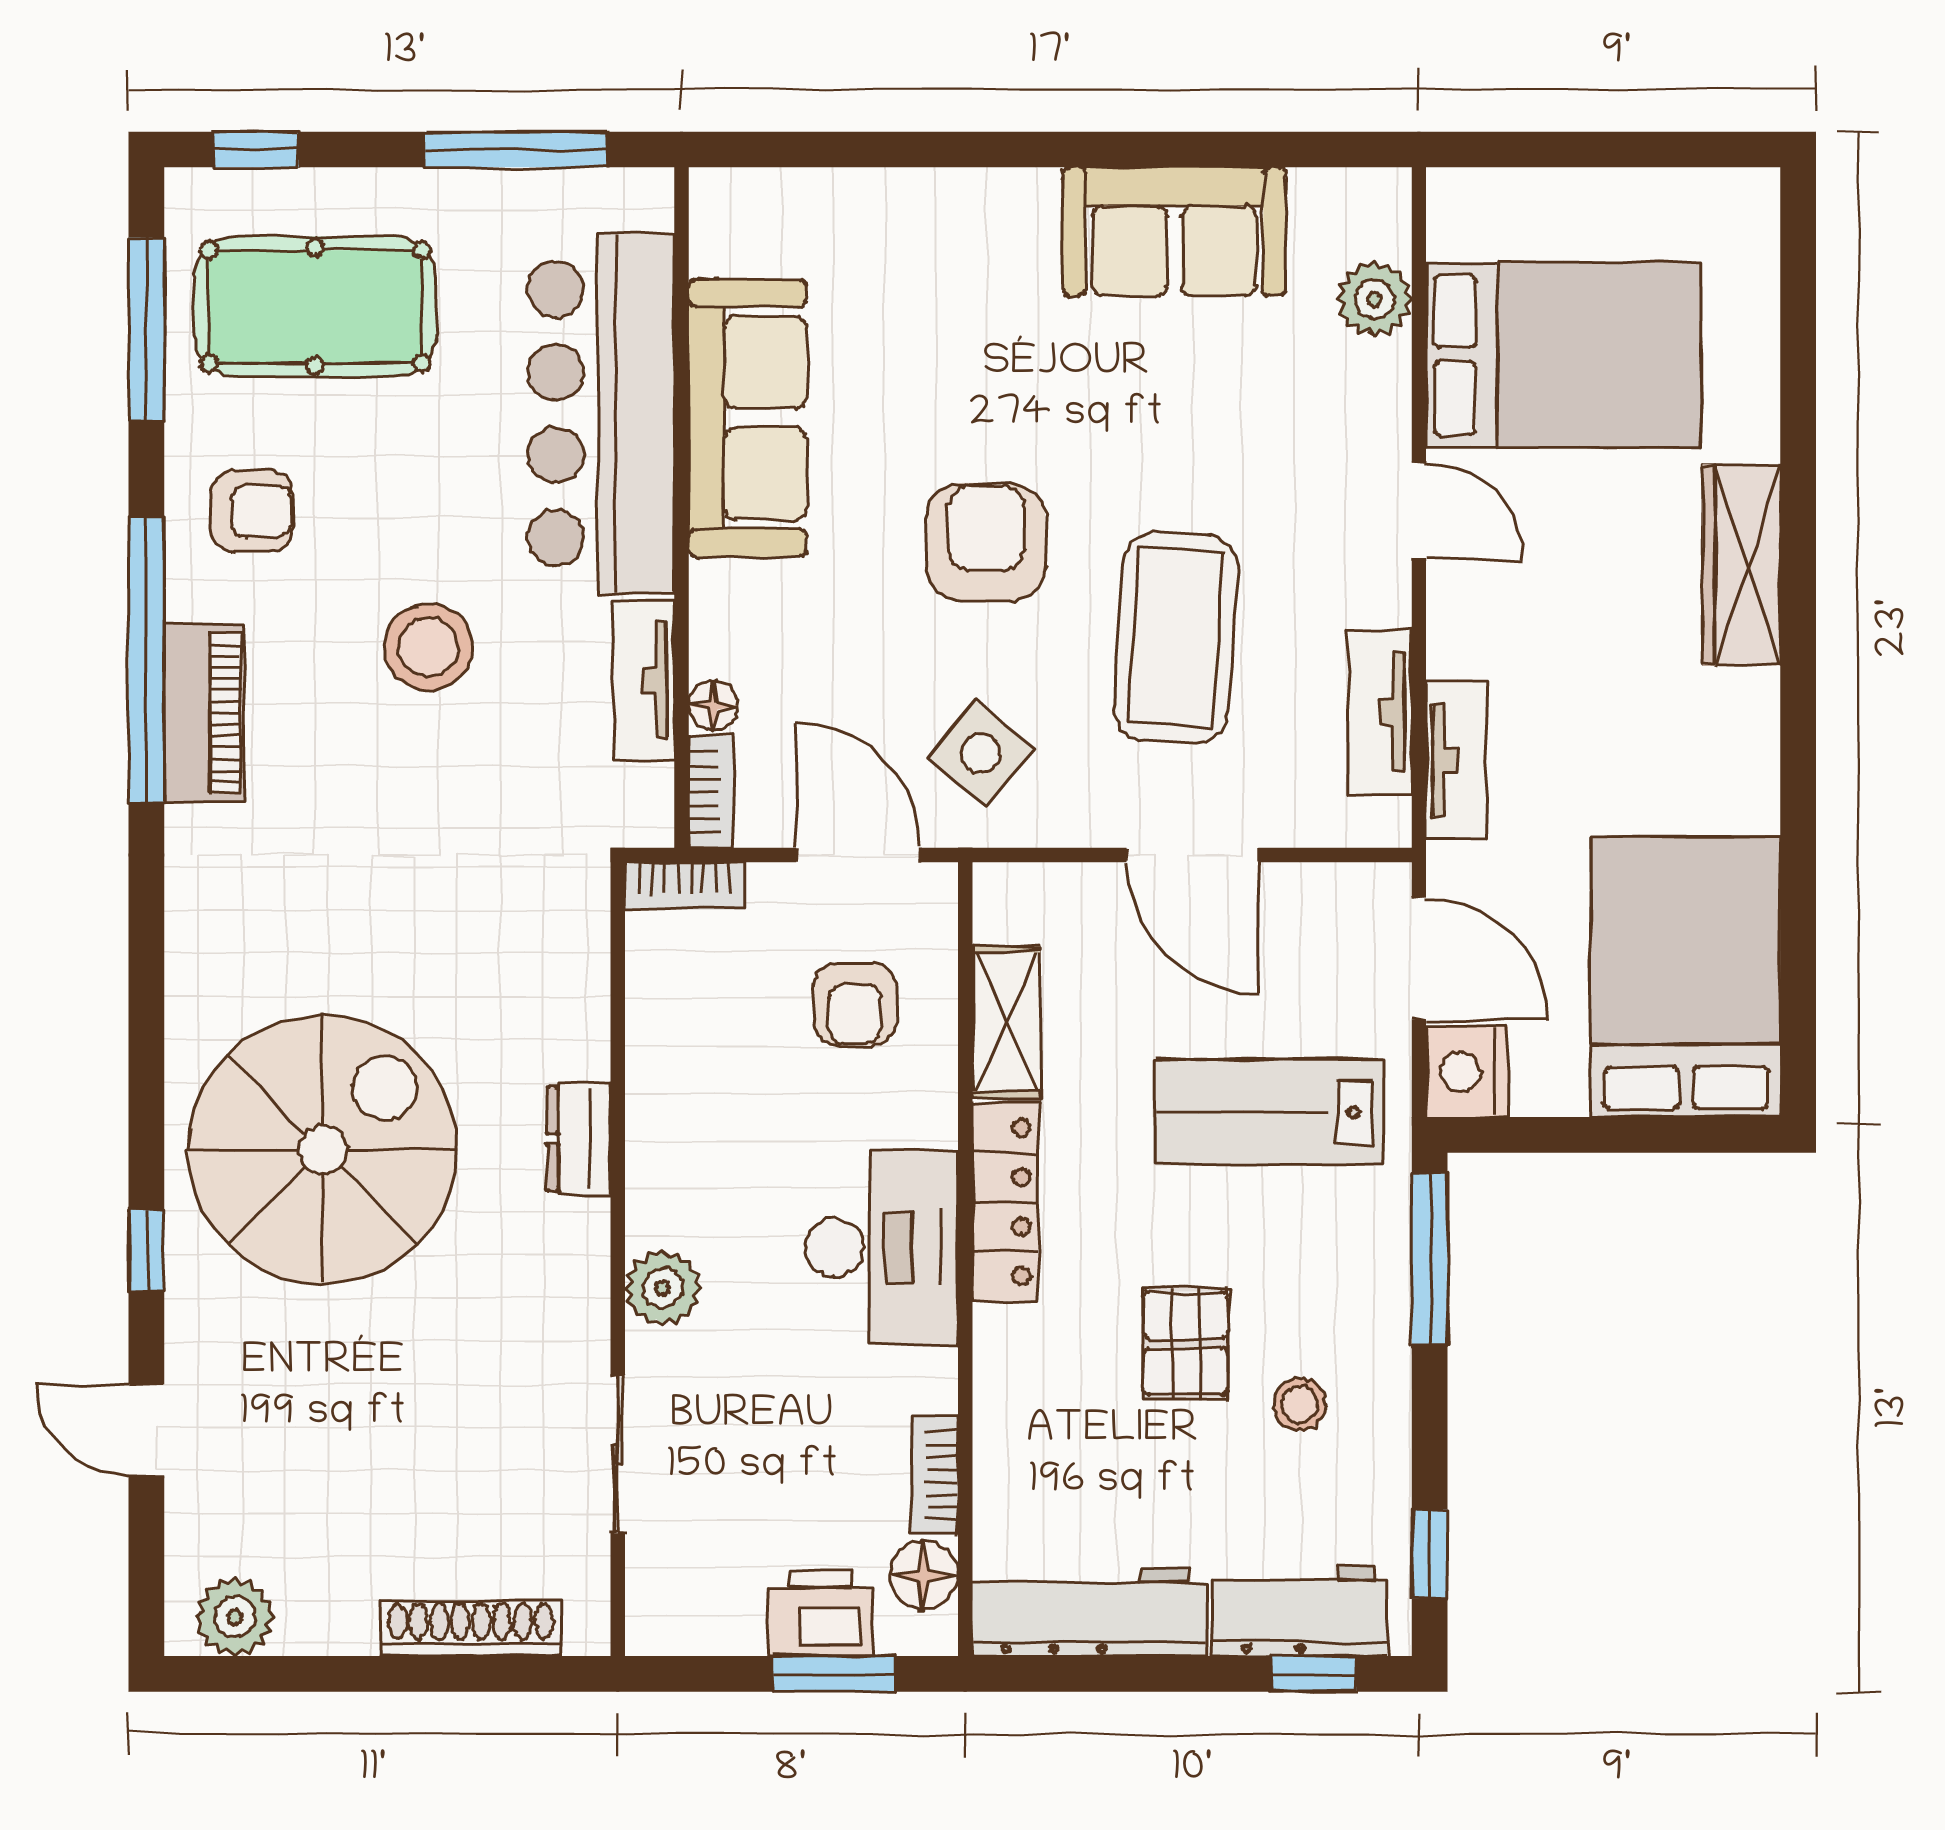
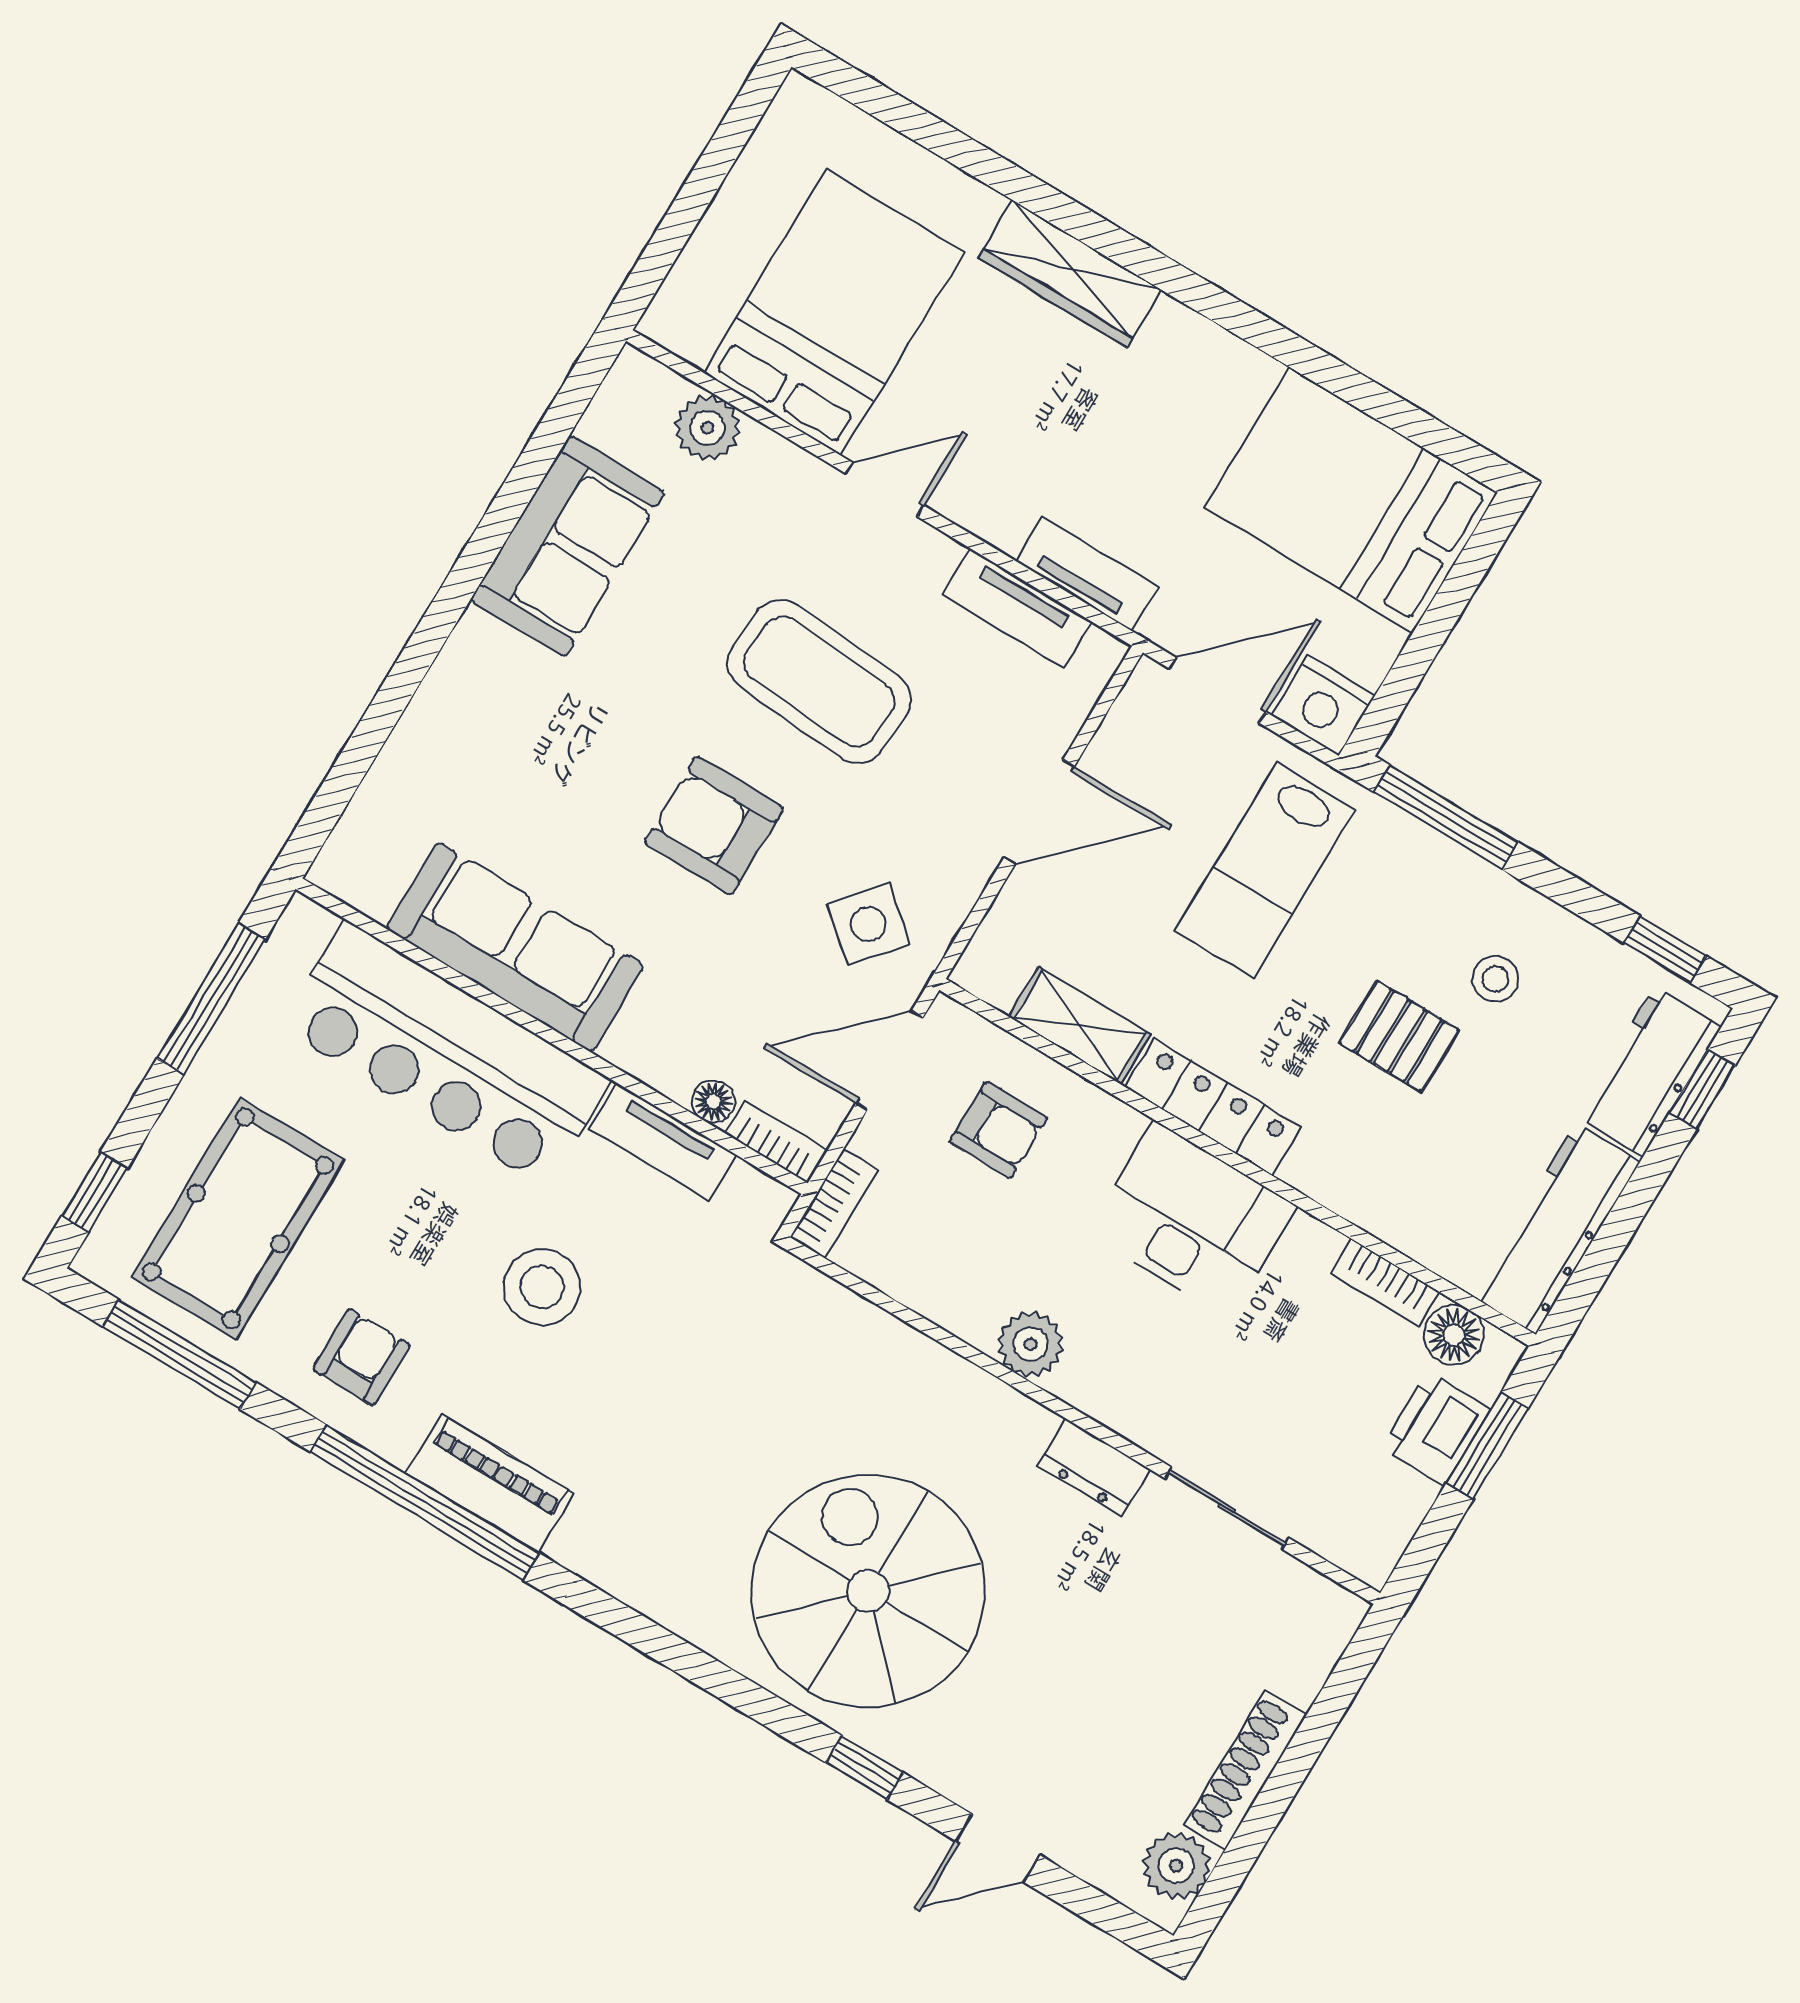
coffee table: (1176, 638) -> (819, 681), moved
dresser: (579, 1139) -> (1094, 1467), moved
plant: (663, 1288) -> (1031, 1344), moved
shoe rack: (471, 1628) -> (1245, 1770), moved

